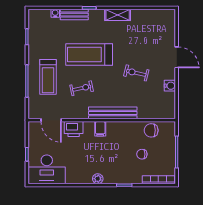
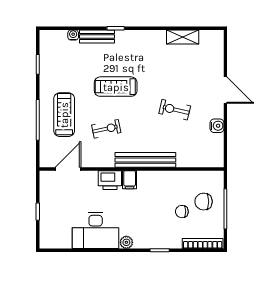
shelving: (118, 15) -> (183, 37), moved
treadmill: (89, 55) -> (116, 87), width x0.73, depth x0.73
treadmill: (48, 77) -> (64, 115), turned 180
door: (51, 120) -> (68, 169), swing flipped
printer: (74, 129) -> (110, 180), moved
chair: (151, 130) -> (204, 202), moved
desk: (47, 169) -> (96, 231), moved

